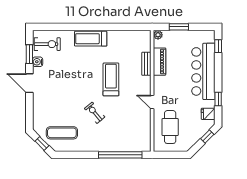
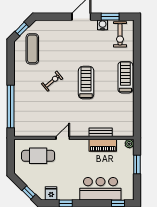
bar counter: (203, 71) -> (100, 189), width x0.73
treadmill: (111, 79) -> (86, 83), moved, turned -90

